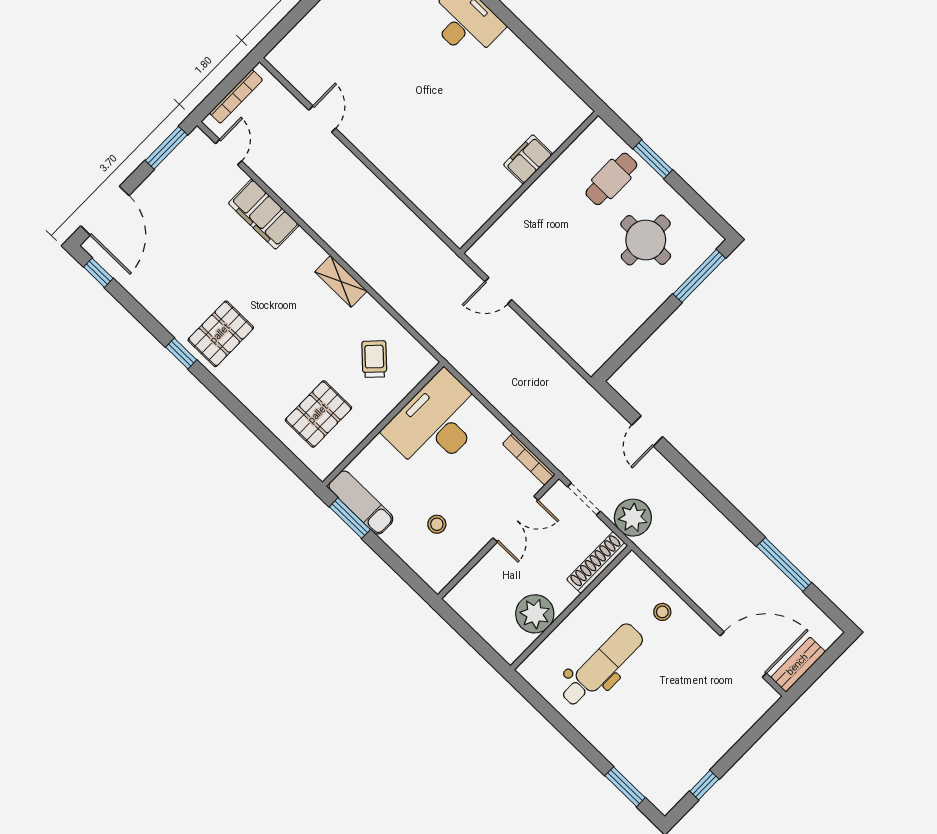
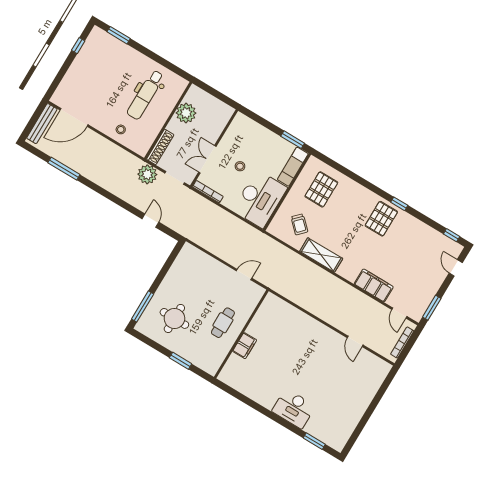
cafe table: (611, 179) -> (223, 323), moved
door: (105, 211) -> (456, 268), width x0.53
shelving: (341, 281) -> (321, 255), width x1.50, depth x1.33
exam couch: (361, 503) -> (293, 167), moved, turned 90
stool: (437, 524) -> (240, 166), moved
bench: (798, 665) -> (42, 124), width x1.36

